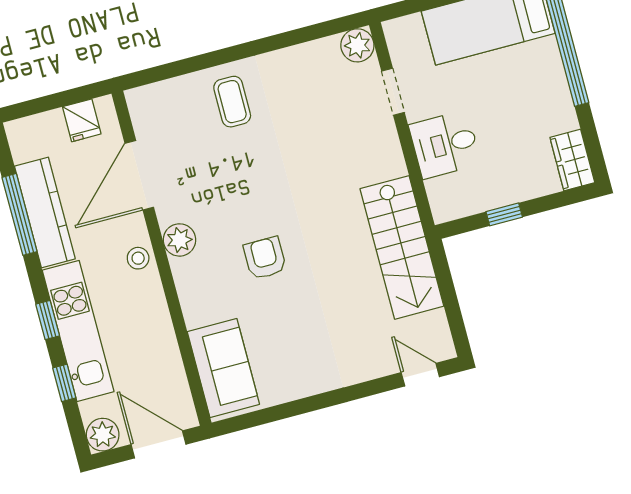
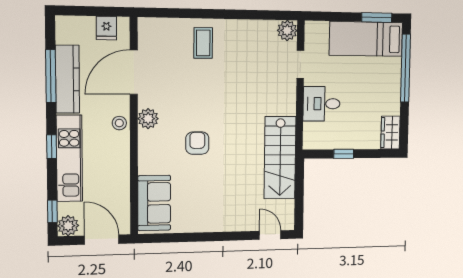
window: (64, 383) -> (52, 211), moved

